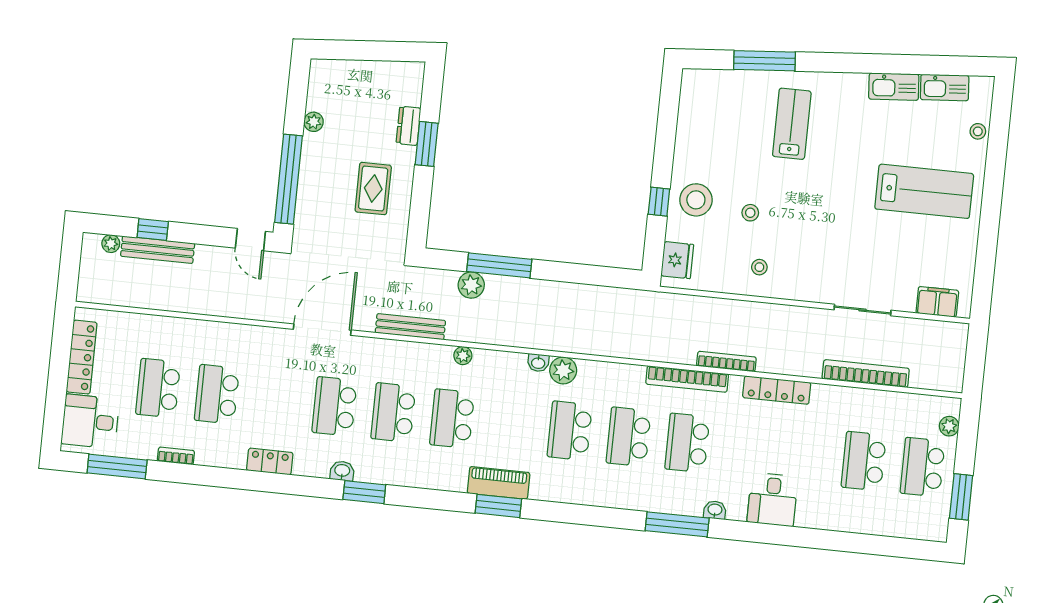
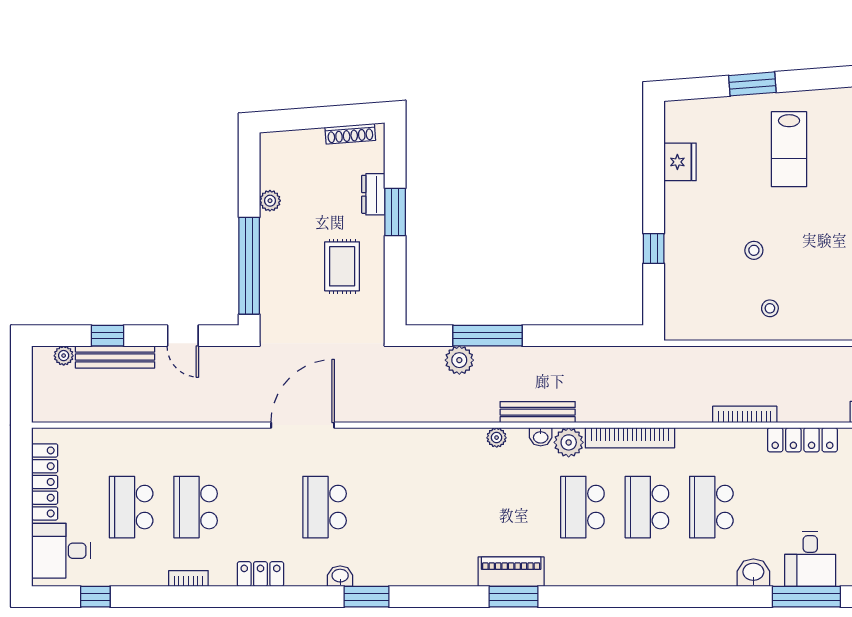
window: (764, 61) -> (752, 84), width x0.69
shoe rack: (393, 68) -> (350, 134), added
lab bench: (792, 124) -> (789, 149), turned 180
stool: (696, 200) -> (694, 243), removed
door: (250, 240) -> (183, 336), moved
fridge: (677, 260) -> (680, 162), moved
bench: (410, 327) -> (538, 412), moved
plant: (463, 356) -> (497, 438), moved
bookcase: (687, 379) -> (630, 438), moved
school desk: (393, 412) -> (389, 507), removed
school desk: (452, 419) -> (453, 507), removed
bookcase: (176, 456) -> (188, 579), moved
window: (117, 467) -> (95, 597), width x0.46
washbasin: (715, 510) -> (753, 573), width x1.38, depth x1.45
window: (677, 524) -> (806, 597), moved

